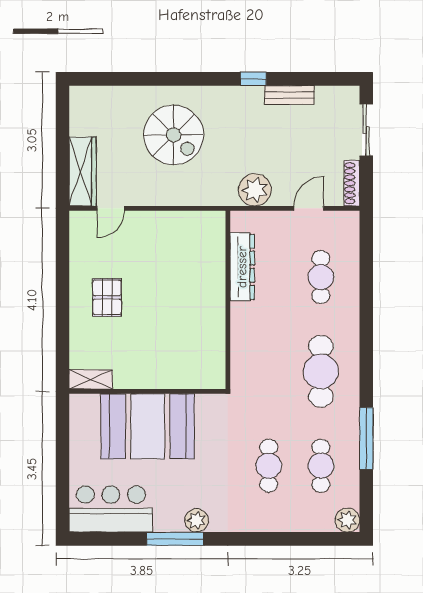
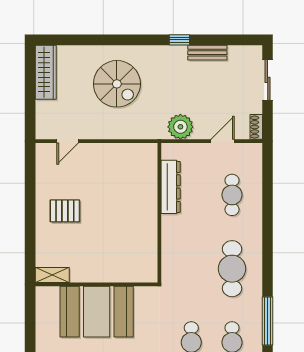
wardrobe: (83, 171) -> (46, 72), moved
shoe rack: (352, 183) -> (256, 127), width x0.70
pallet: (107, 297) -> (65, 211), turned 90

